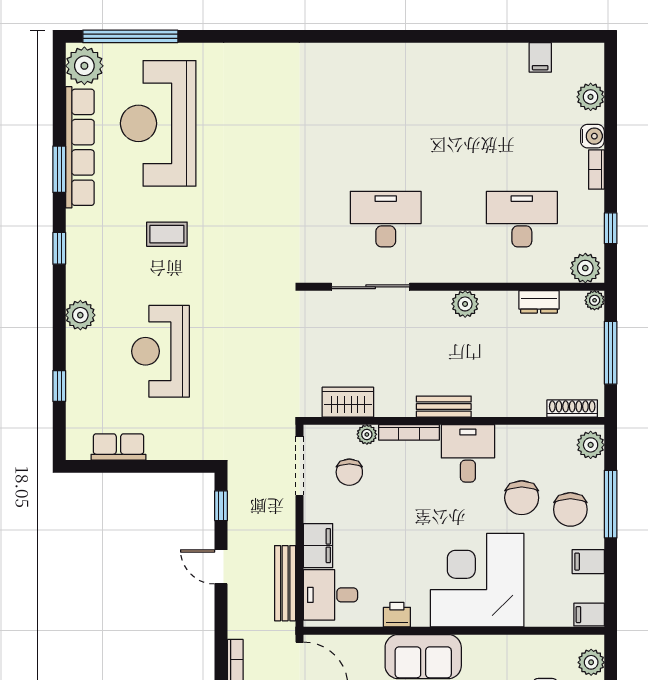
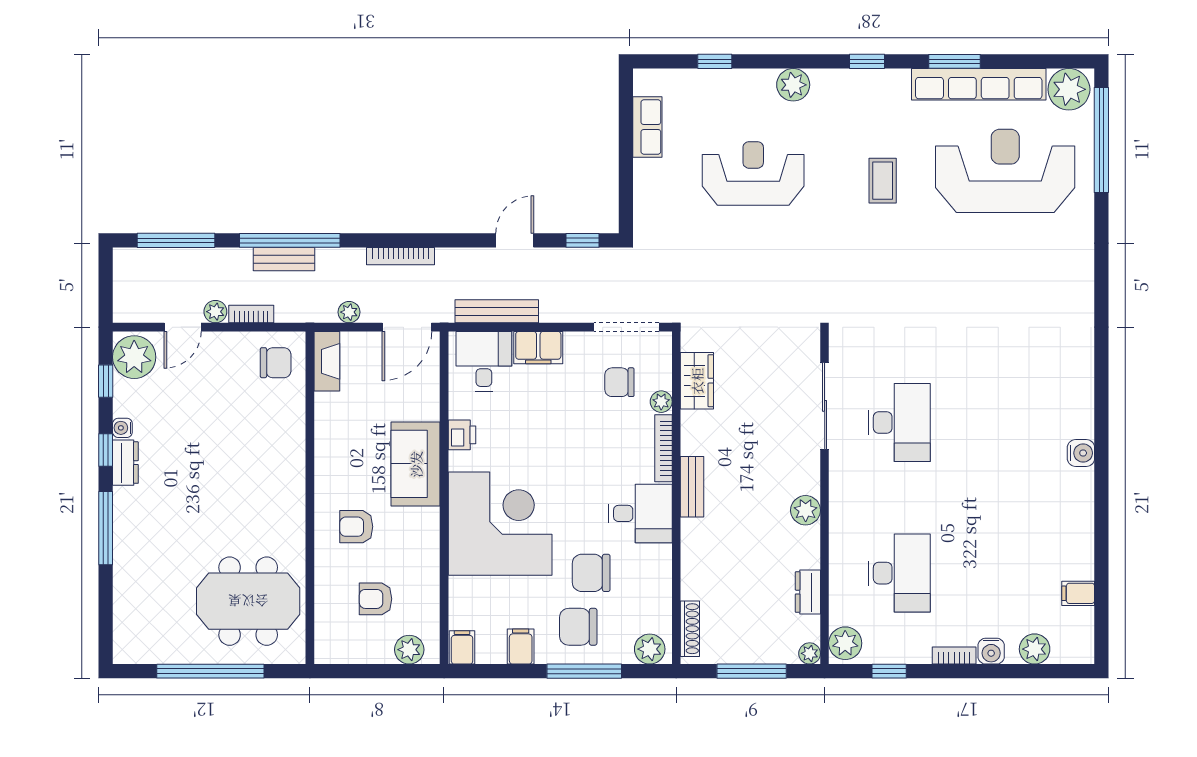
water cooler: (413, 55) -> (1081, 453), added

